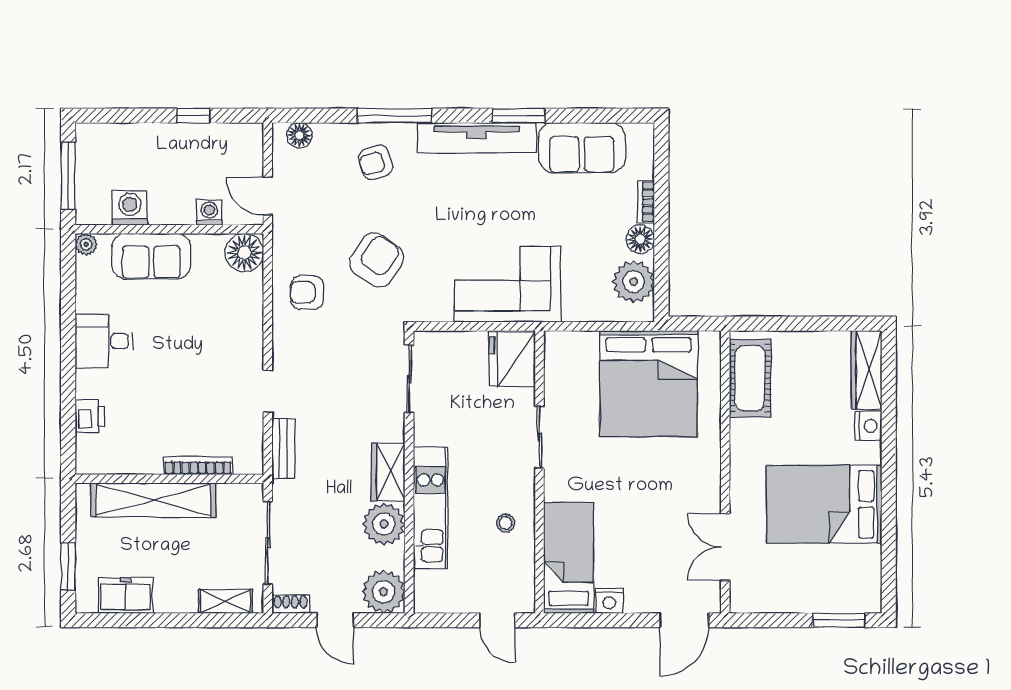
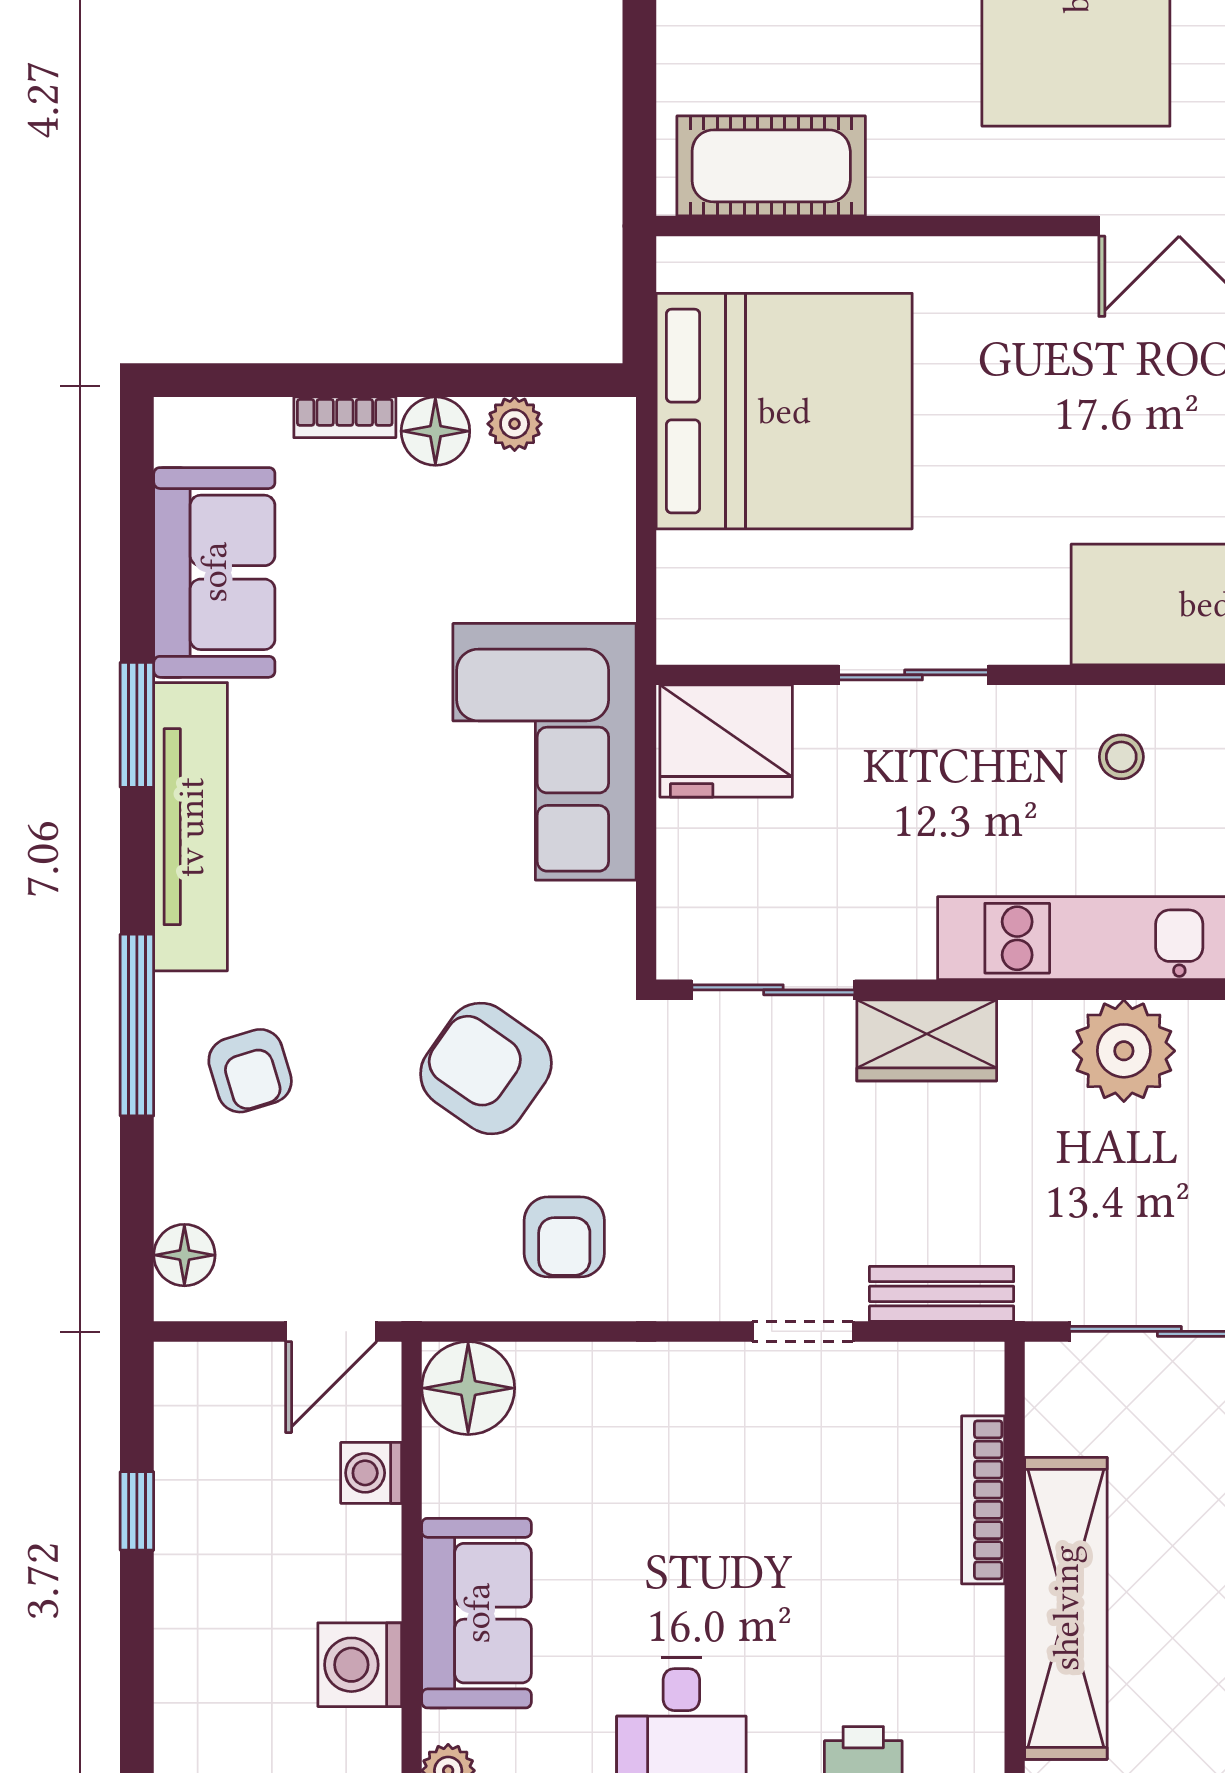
plant: (634, 282) -> (515, 424), width x0.53, depth x0.53
wardrobe: (388, 472) -> (927, 1040), moved

